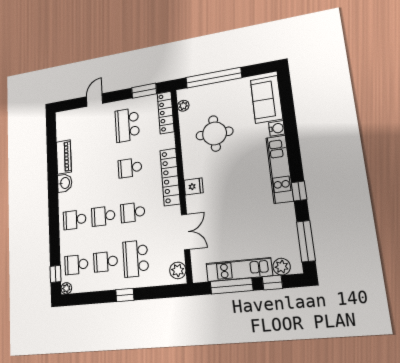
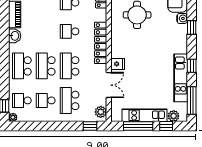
window: (292, 138) -> (192, 28), added
kitchen unit: (280, 169) -> (181, 78), moved
fridge: (194, 186) -> (118, 64), moved
school desk: (133, 212) -> (70, 66), width x1.85
school desk: (103, 216) -> (46, 66), width x1.85
school desk: (75, 220) -> (22, 66), width x1.85
window: (125, 295) -> (90, 126), moved

